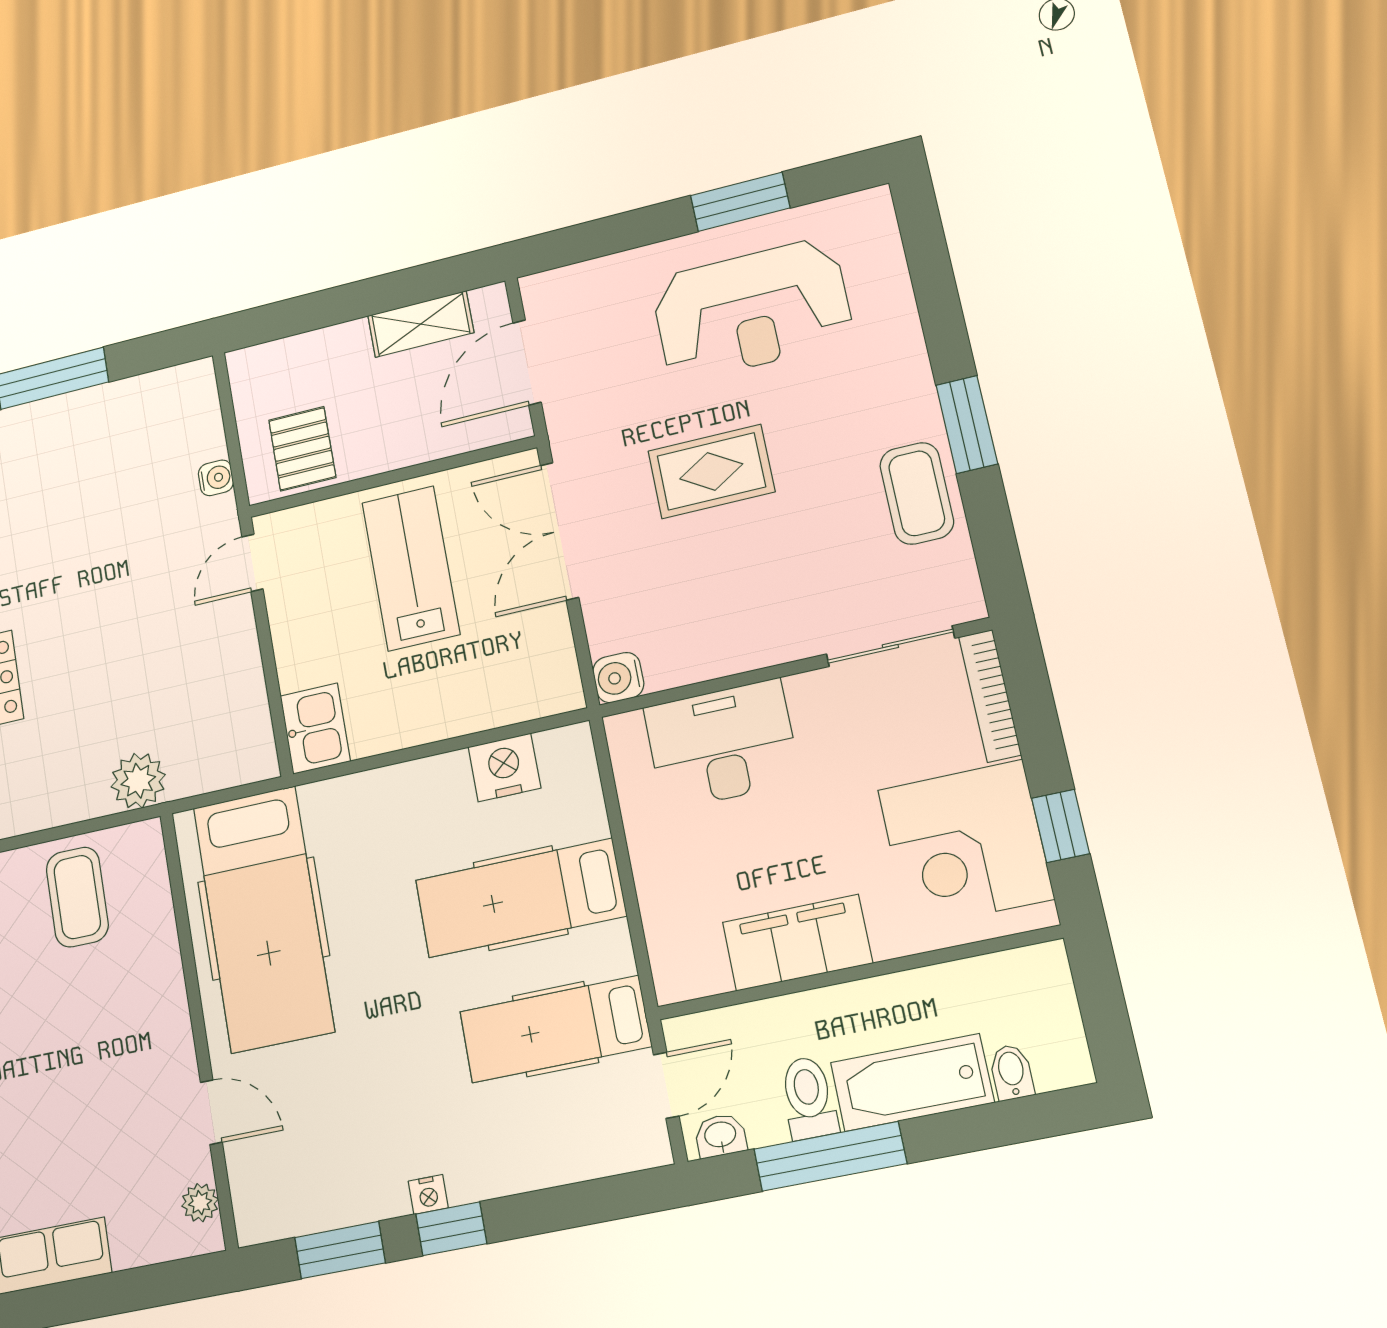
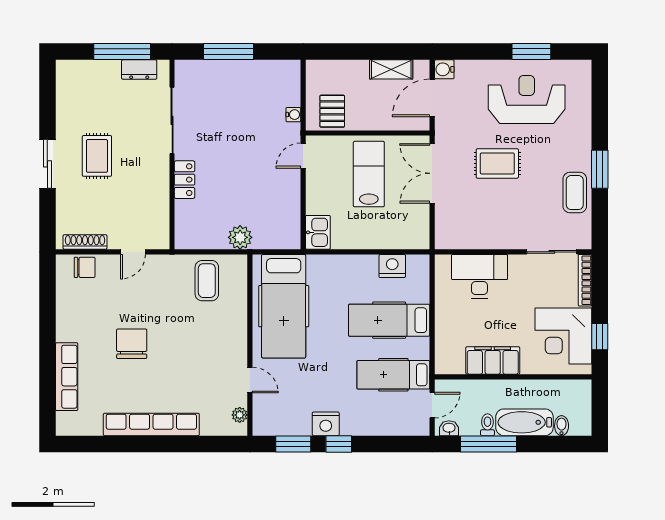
reception desk: (752, 310) -> (527, 99), turned 180
water cooler: (618, 678) -> (444, 69), moved
toilet: (809, 1098) -> (487, 425), width x0.73, depth x0.72
nightstand: (428, 1195) -> (326, 424), width x1.89, depth x1.79

